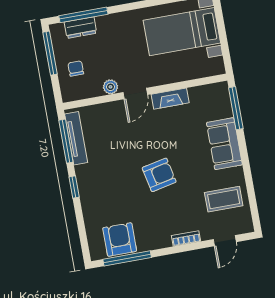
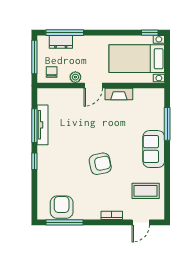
plant: (110, 87) -> (75, 77), moved
wall: (145, 92) -> (101, 85), moved
door: (135, 93) -> (93, 85), moved
fireplace: (170, 99) -> (119, 94), moved

